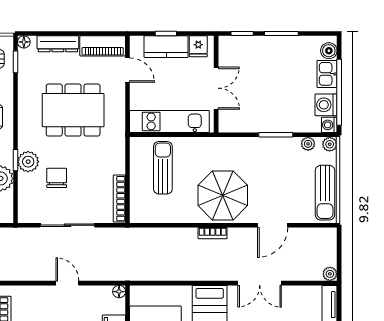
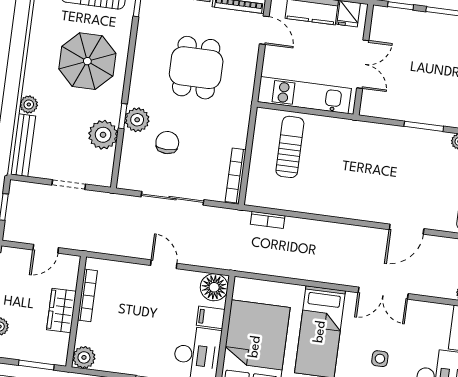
dining table: (73, 110) -> (196, 68), width x0.73
parasol: (223, 195) -> (354, 188), removed
bookcase: (213, 233) -> (268, 220), moved
floor lamp: (119, 292) -> (214, 287), width x1.89, depth x1.89

